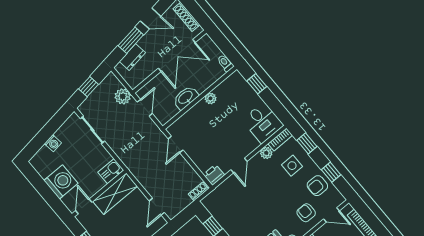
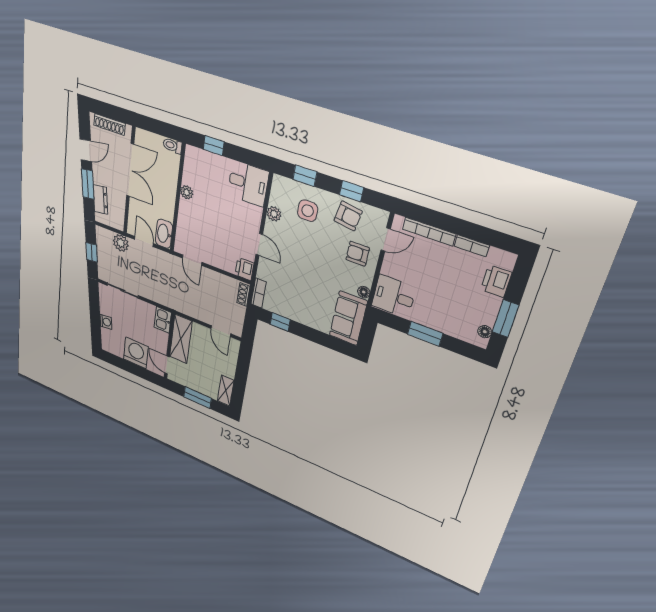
washbasin: (186, 98) -> (164, 234), moved
bookcase: (280, 140) -> (259, 293), moved
armchair: (317, 186) -> (348, 216), turned -81

